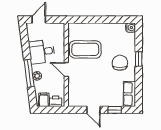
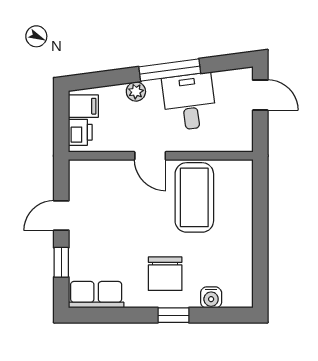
water cooler: (131, 28) -> (211, 297), moved
chair: (120, 63) -> (165, 274), turned 90
door: (66, 70) -> (150, 156), swing flipped
window: (29, 73) -> (170, 70), moved

